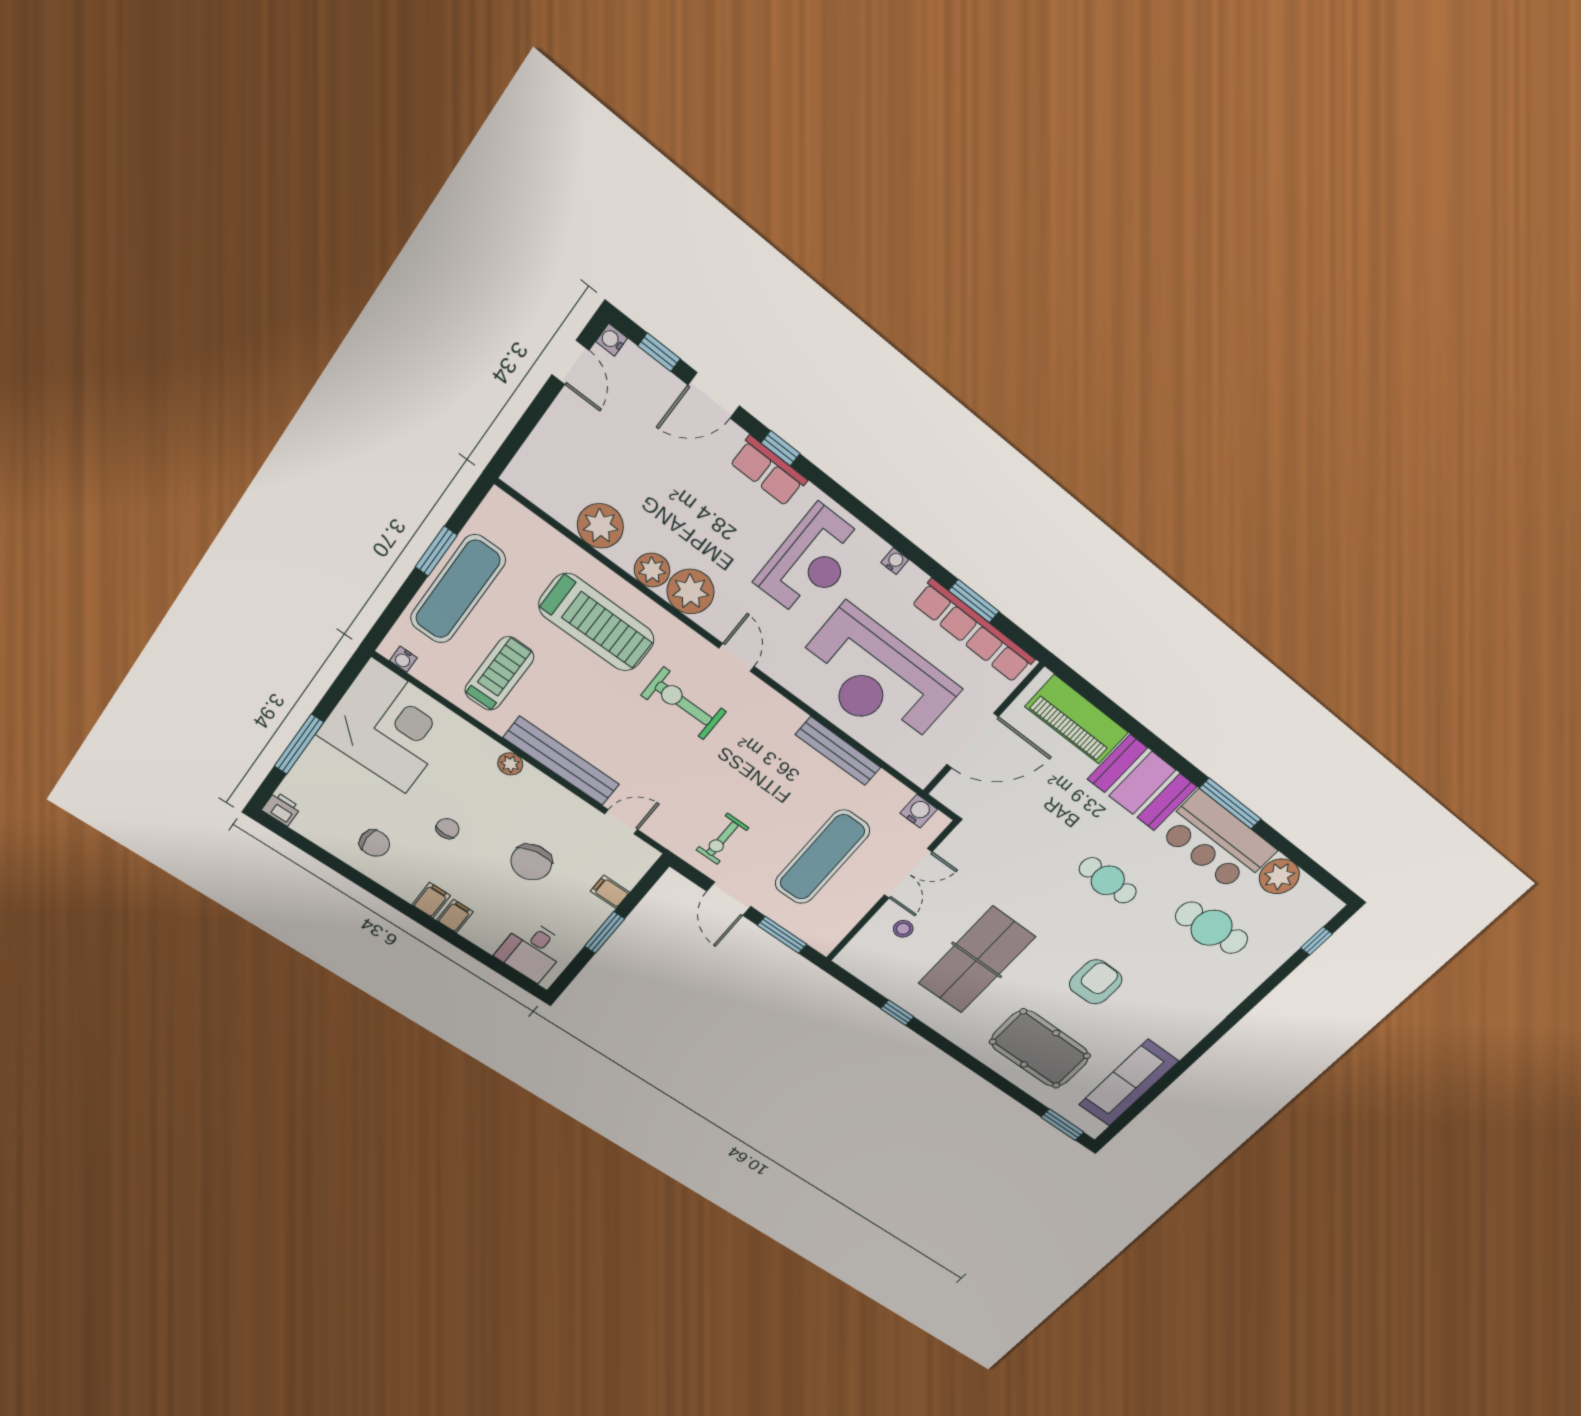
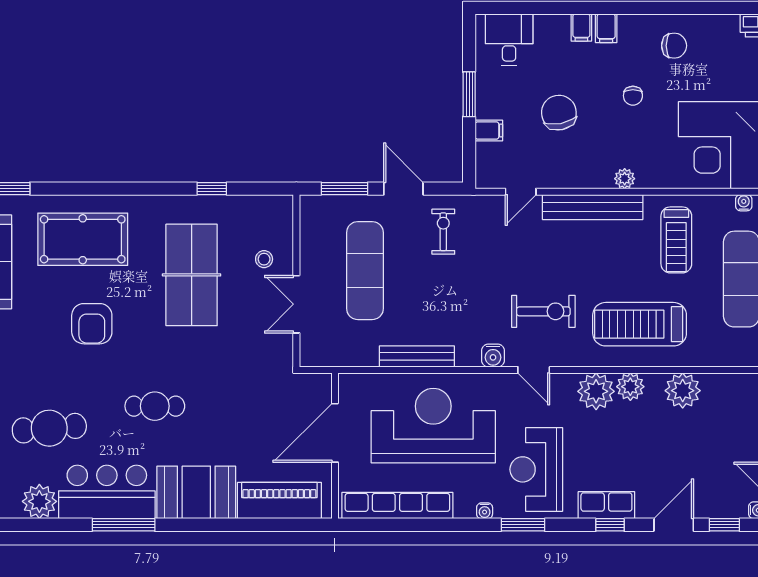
window: (974, 601) -> (523, 525), moved
water cooler: (919, 811) -> (493, 356), moved
chair: (375, 843) -> (674, 46), turned 180

